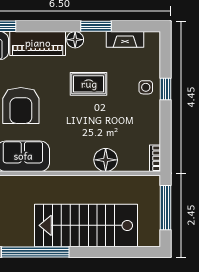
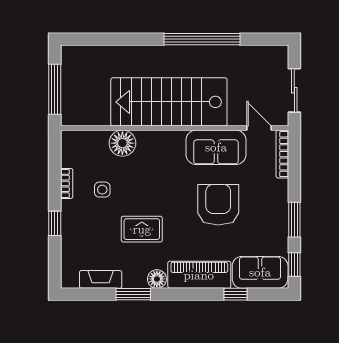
side table: (146, 87) -> (102, 190), moved
bookcase: (155, 158) -> (67, 183), moved
stairs: (86, 225) -> (169, 102), moved, turned 180

